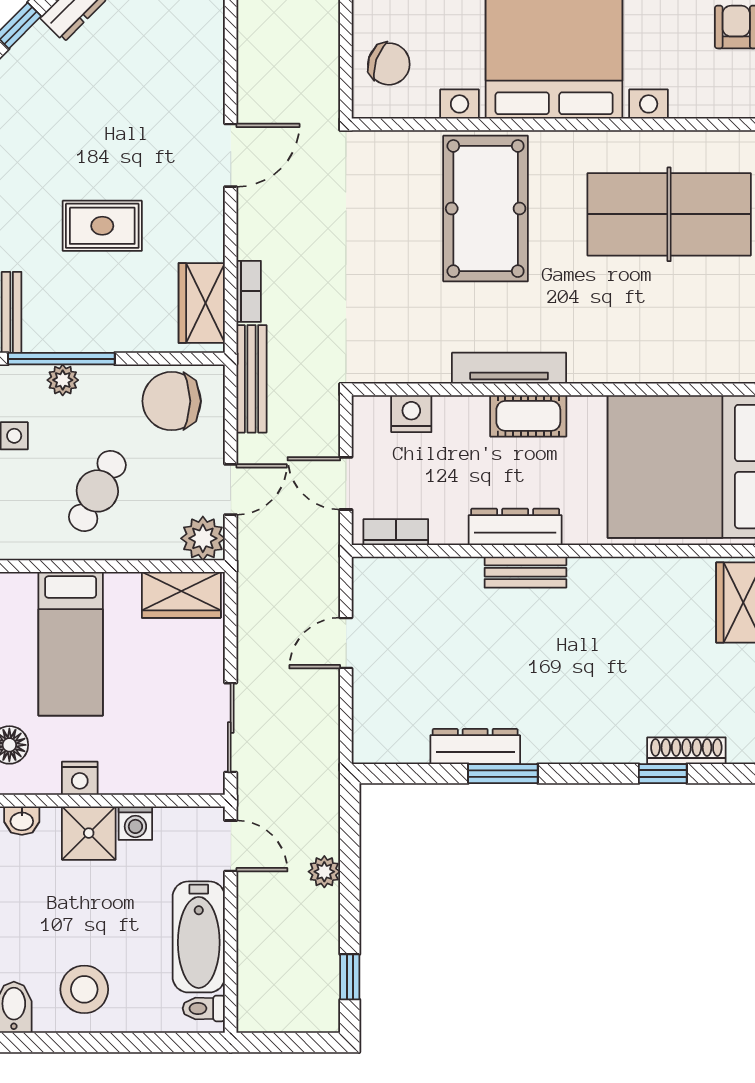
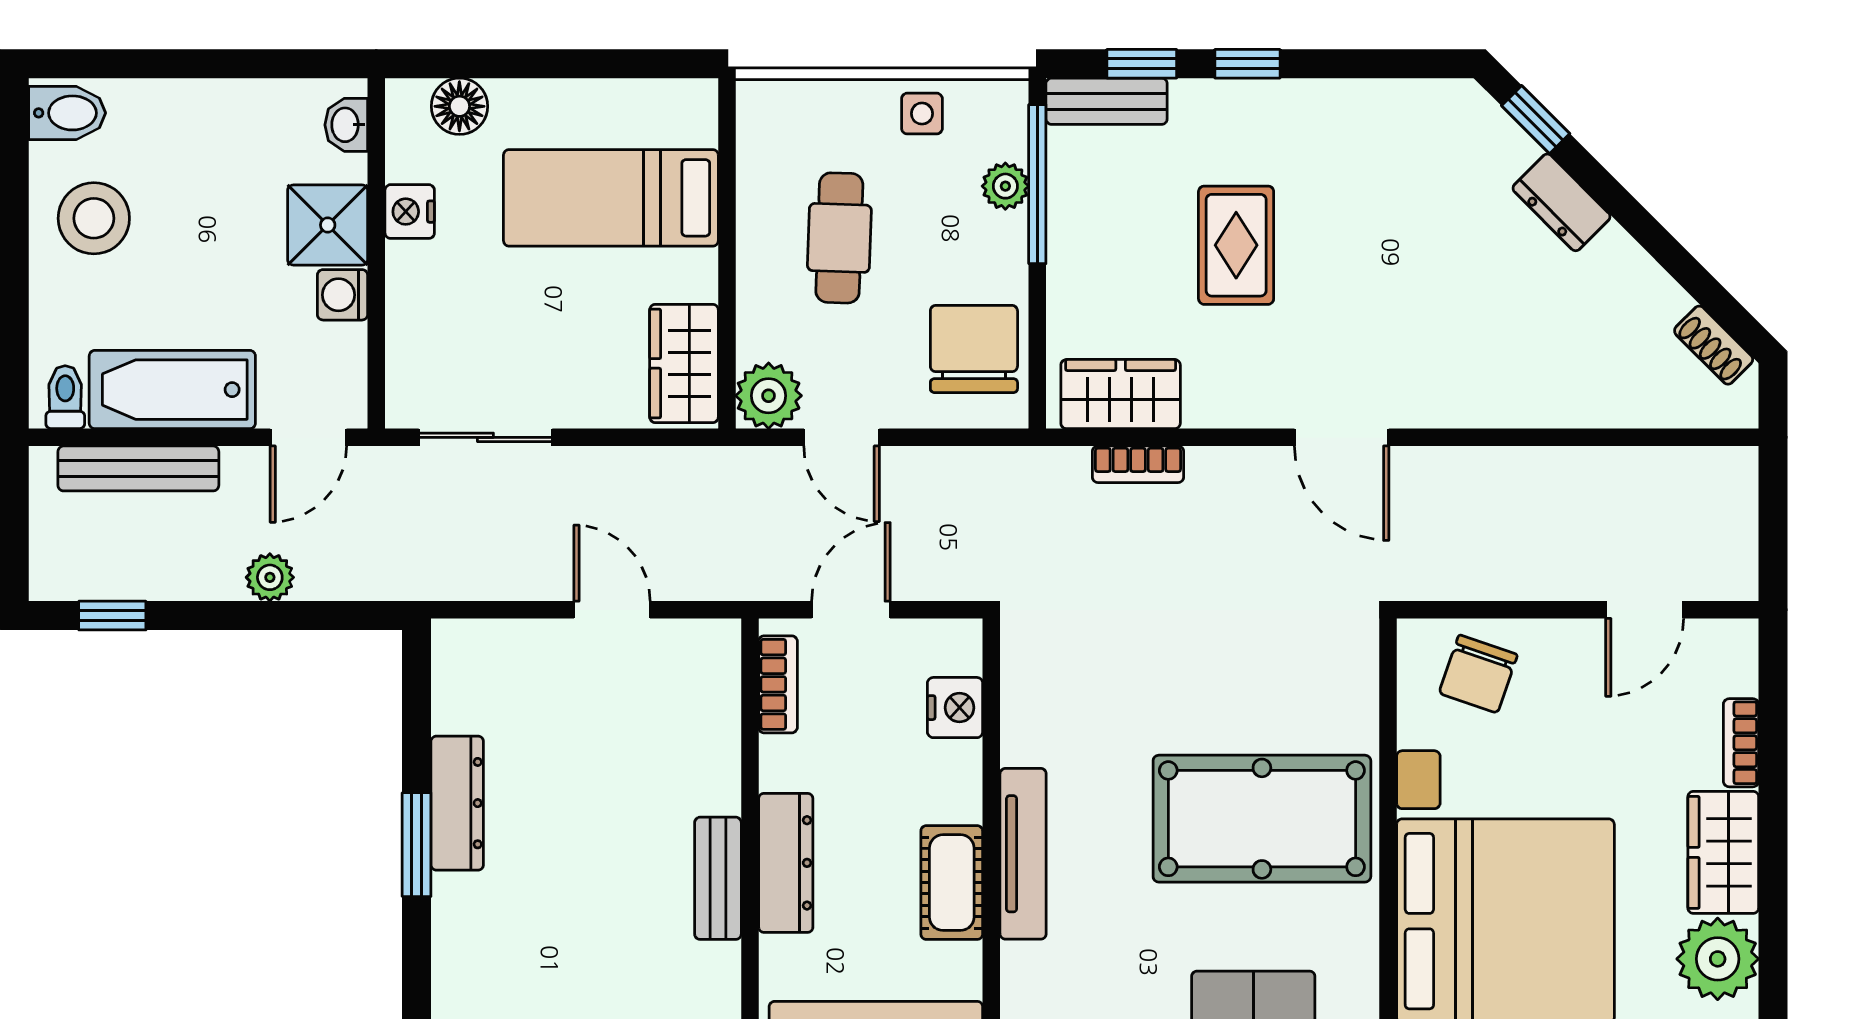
bench: (251, 379) -> (138, 468), moved
cafe table: (97, 491) -> (839, 238), turned 64

